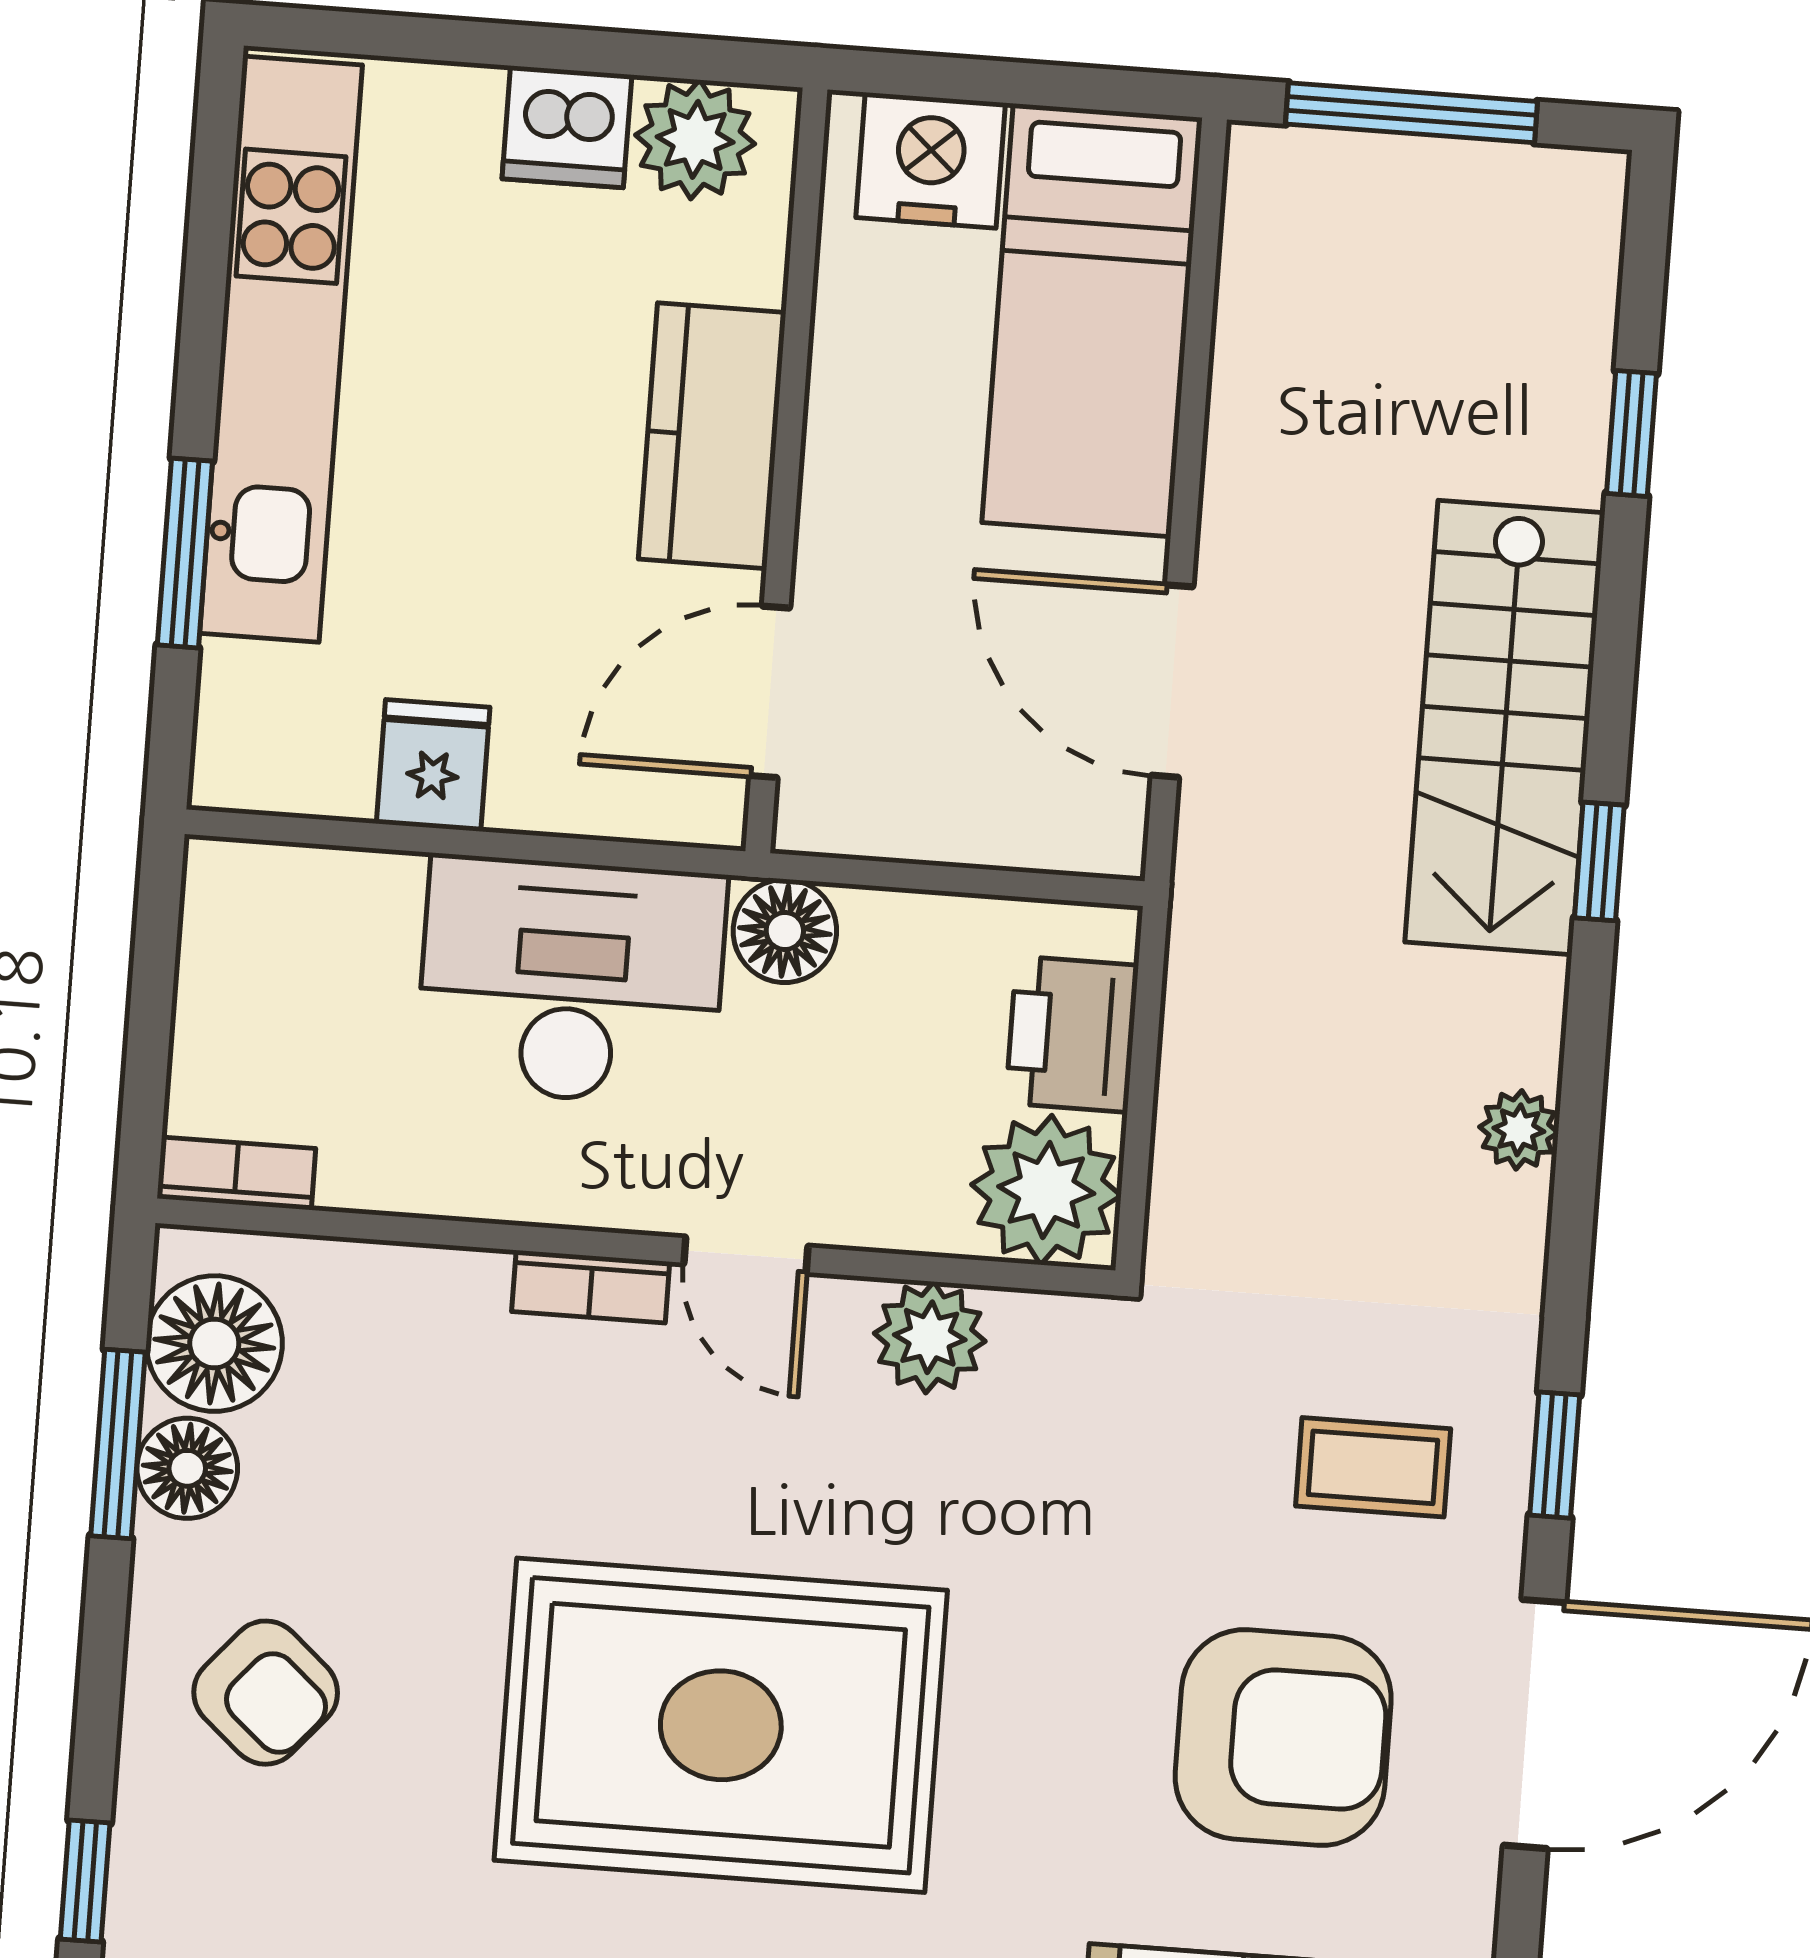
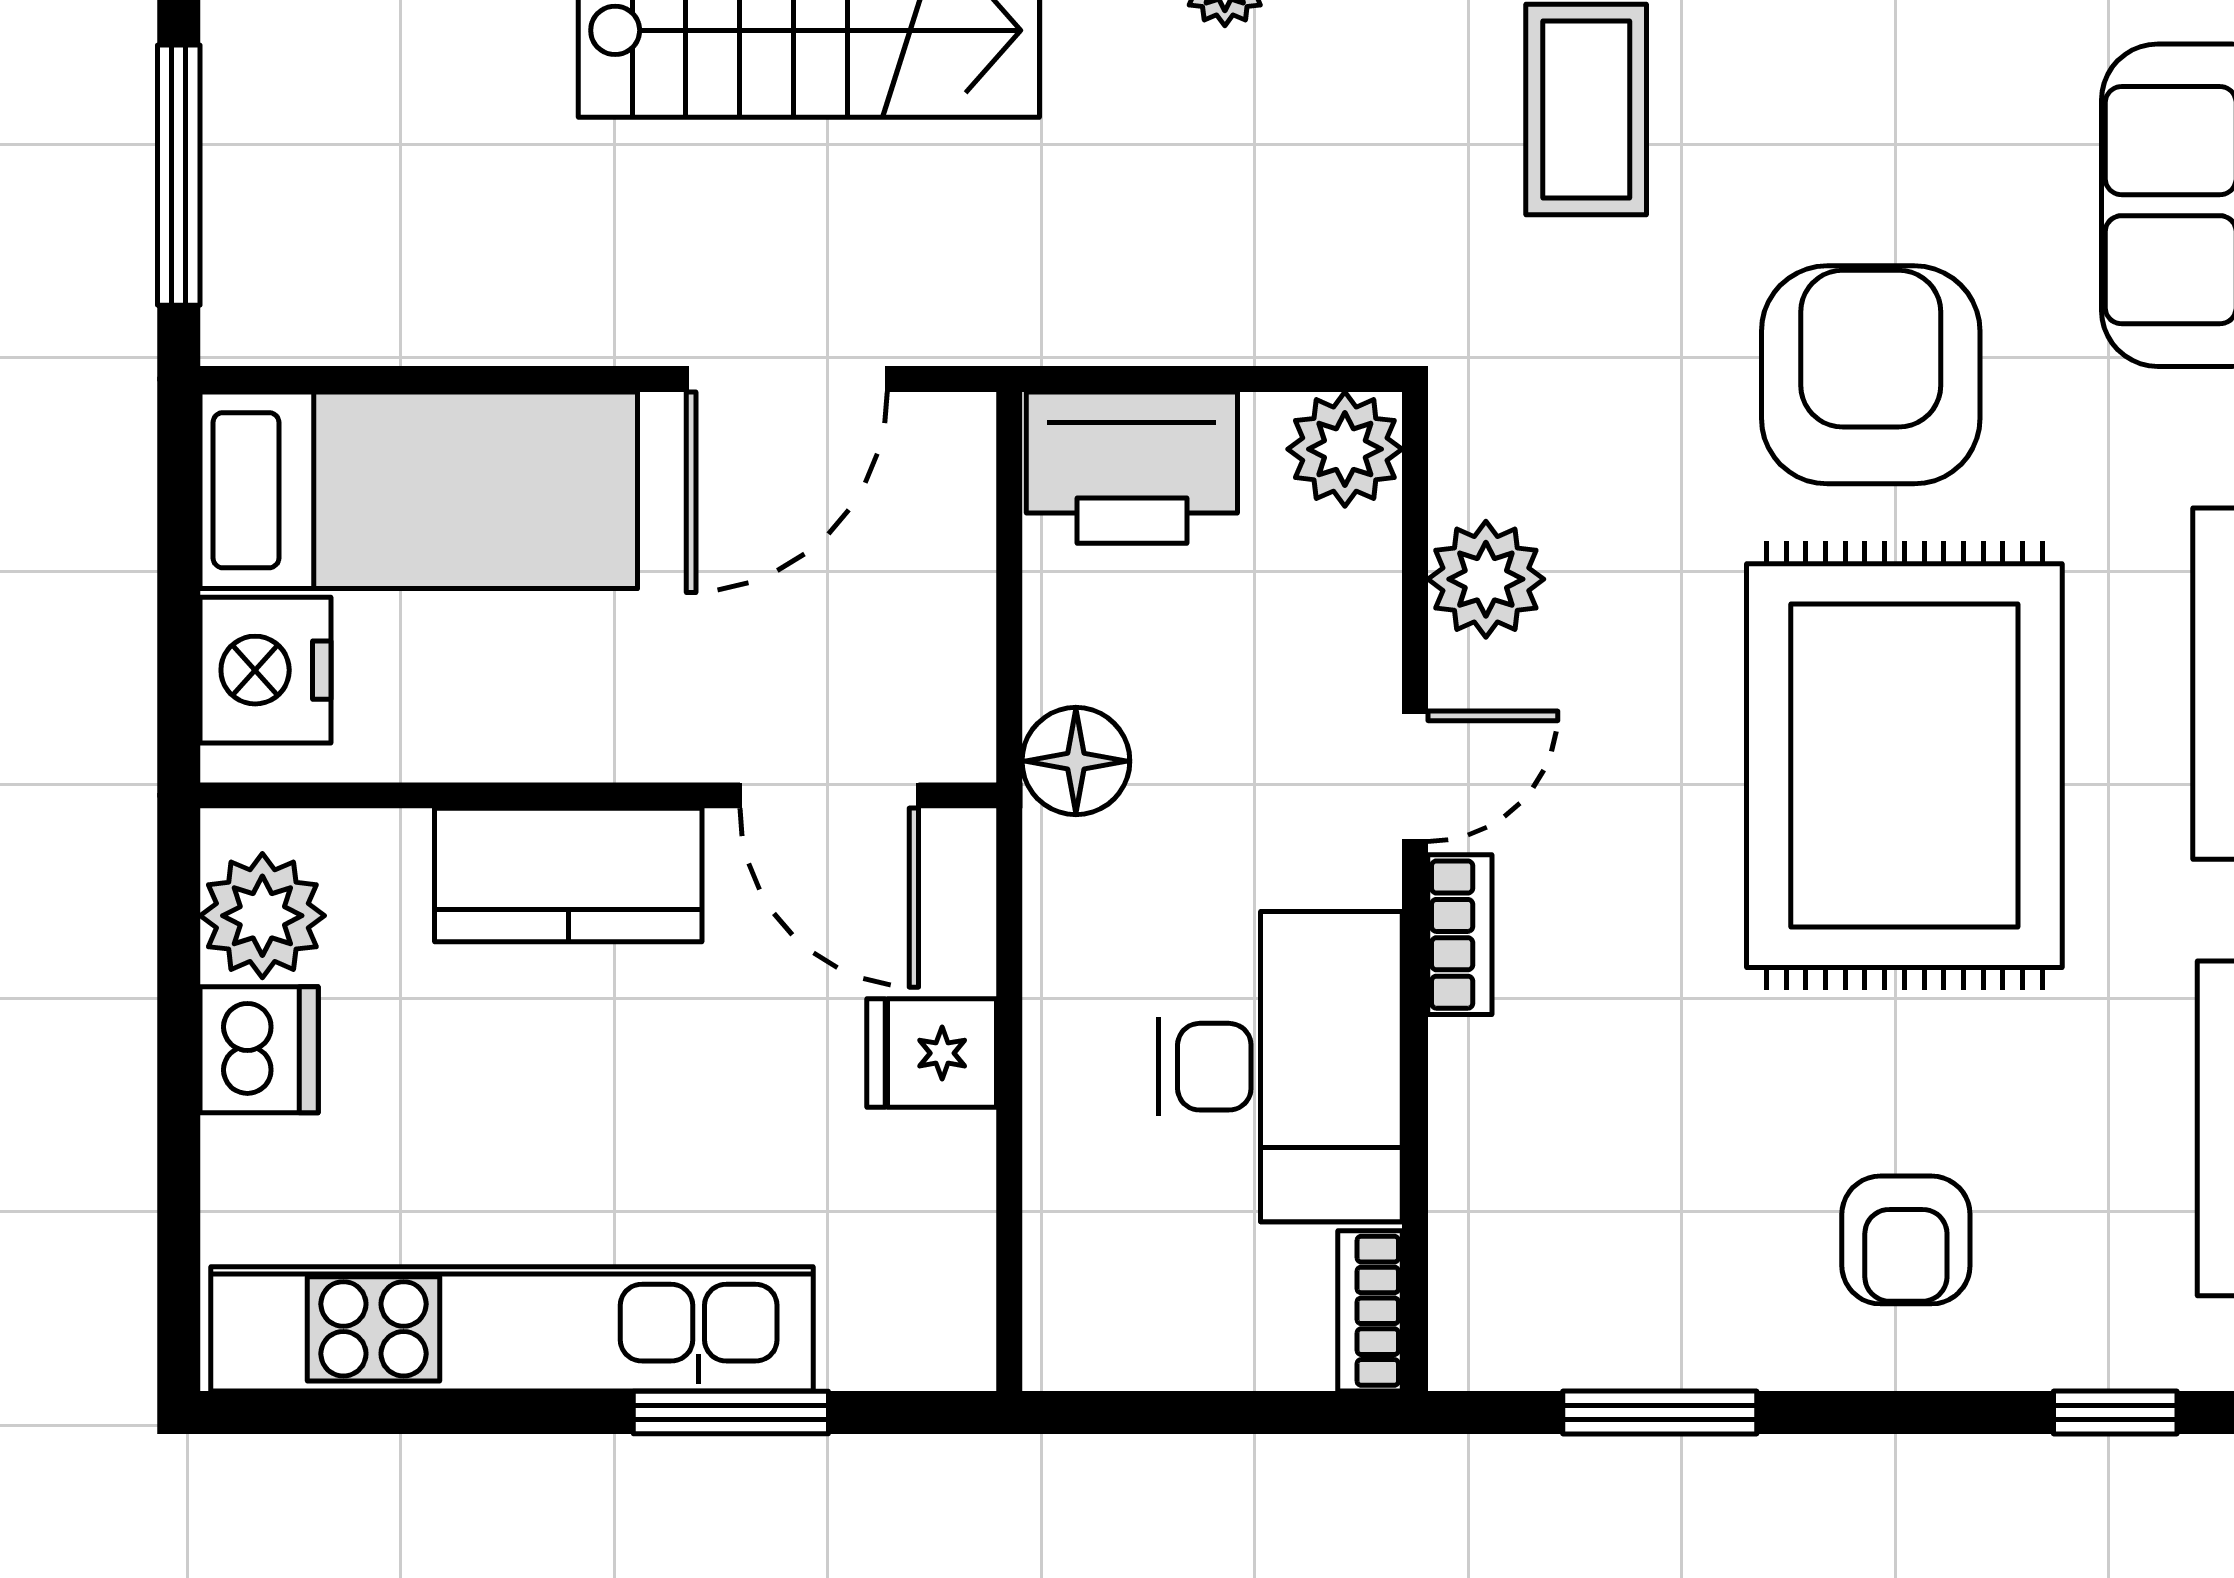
fridge: (433, 765) -> (932, 1053), moved
desk: (571, 981) -> (1280, 1067), moved, turned 180
printer: (1072, 1034) -> (1132, 468), width x1.37, depth x1.19
plant: (1046, 1190) -> (1345, 449), width x0.73, depth x0.73
floor lamp: (214, 1344) -> (1548, 1320), removed
coffee table: (1373, 1467) -> (1586, 109), width x1.36, depth x1.30
floor lamp: (187, 1468) -> (1680, 1339), removed
armchair: (266, 1693) -> (1906, 1240), turned 139
armchair: (1283, 1738) -> (1871, 375), moved

